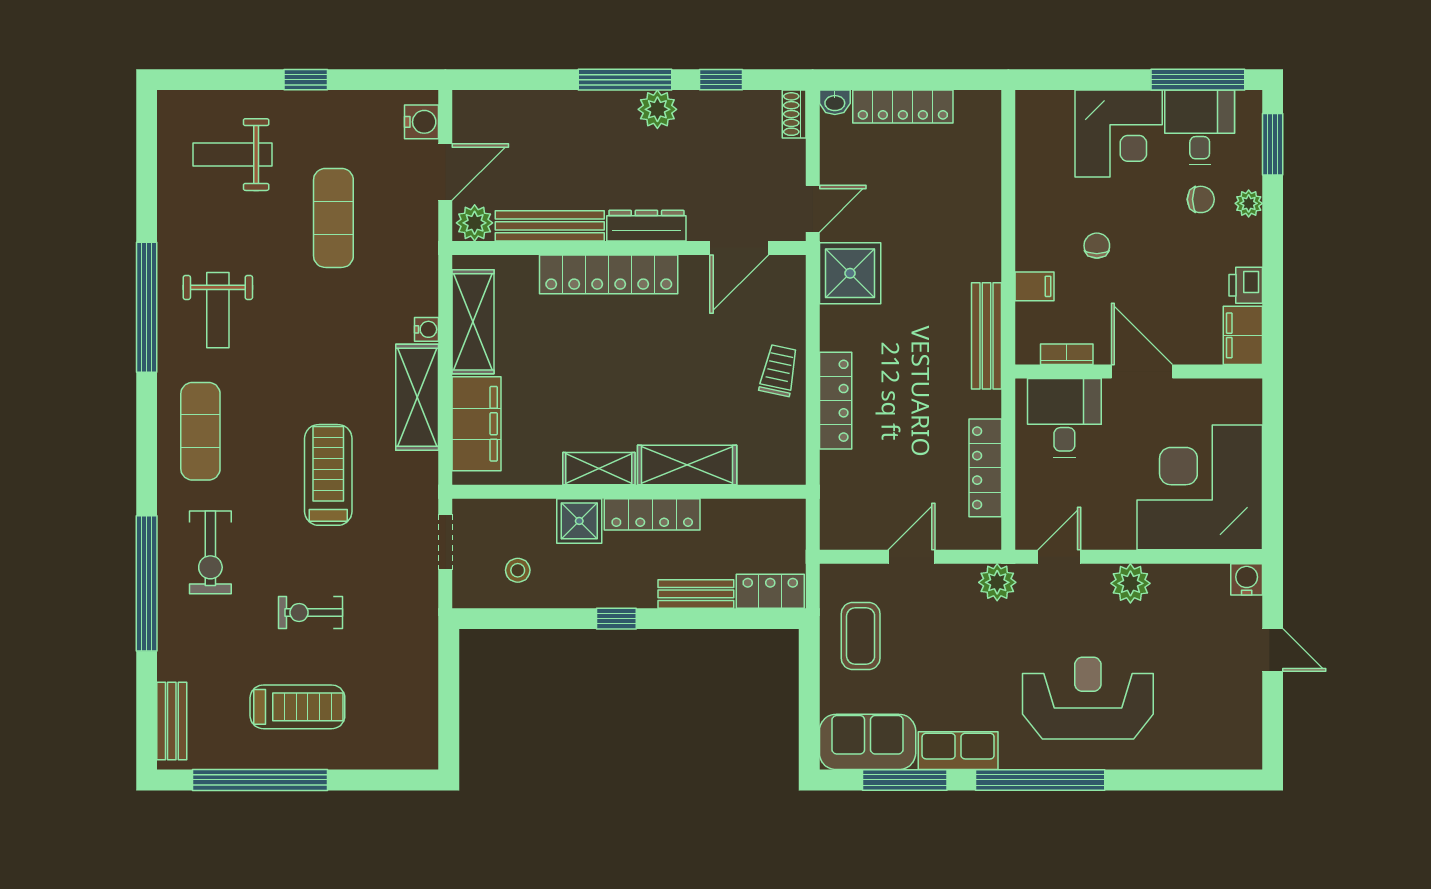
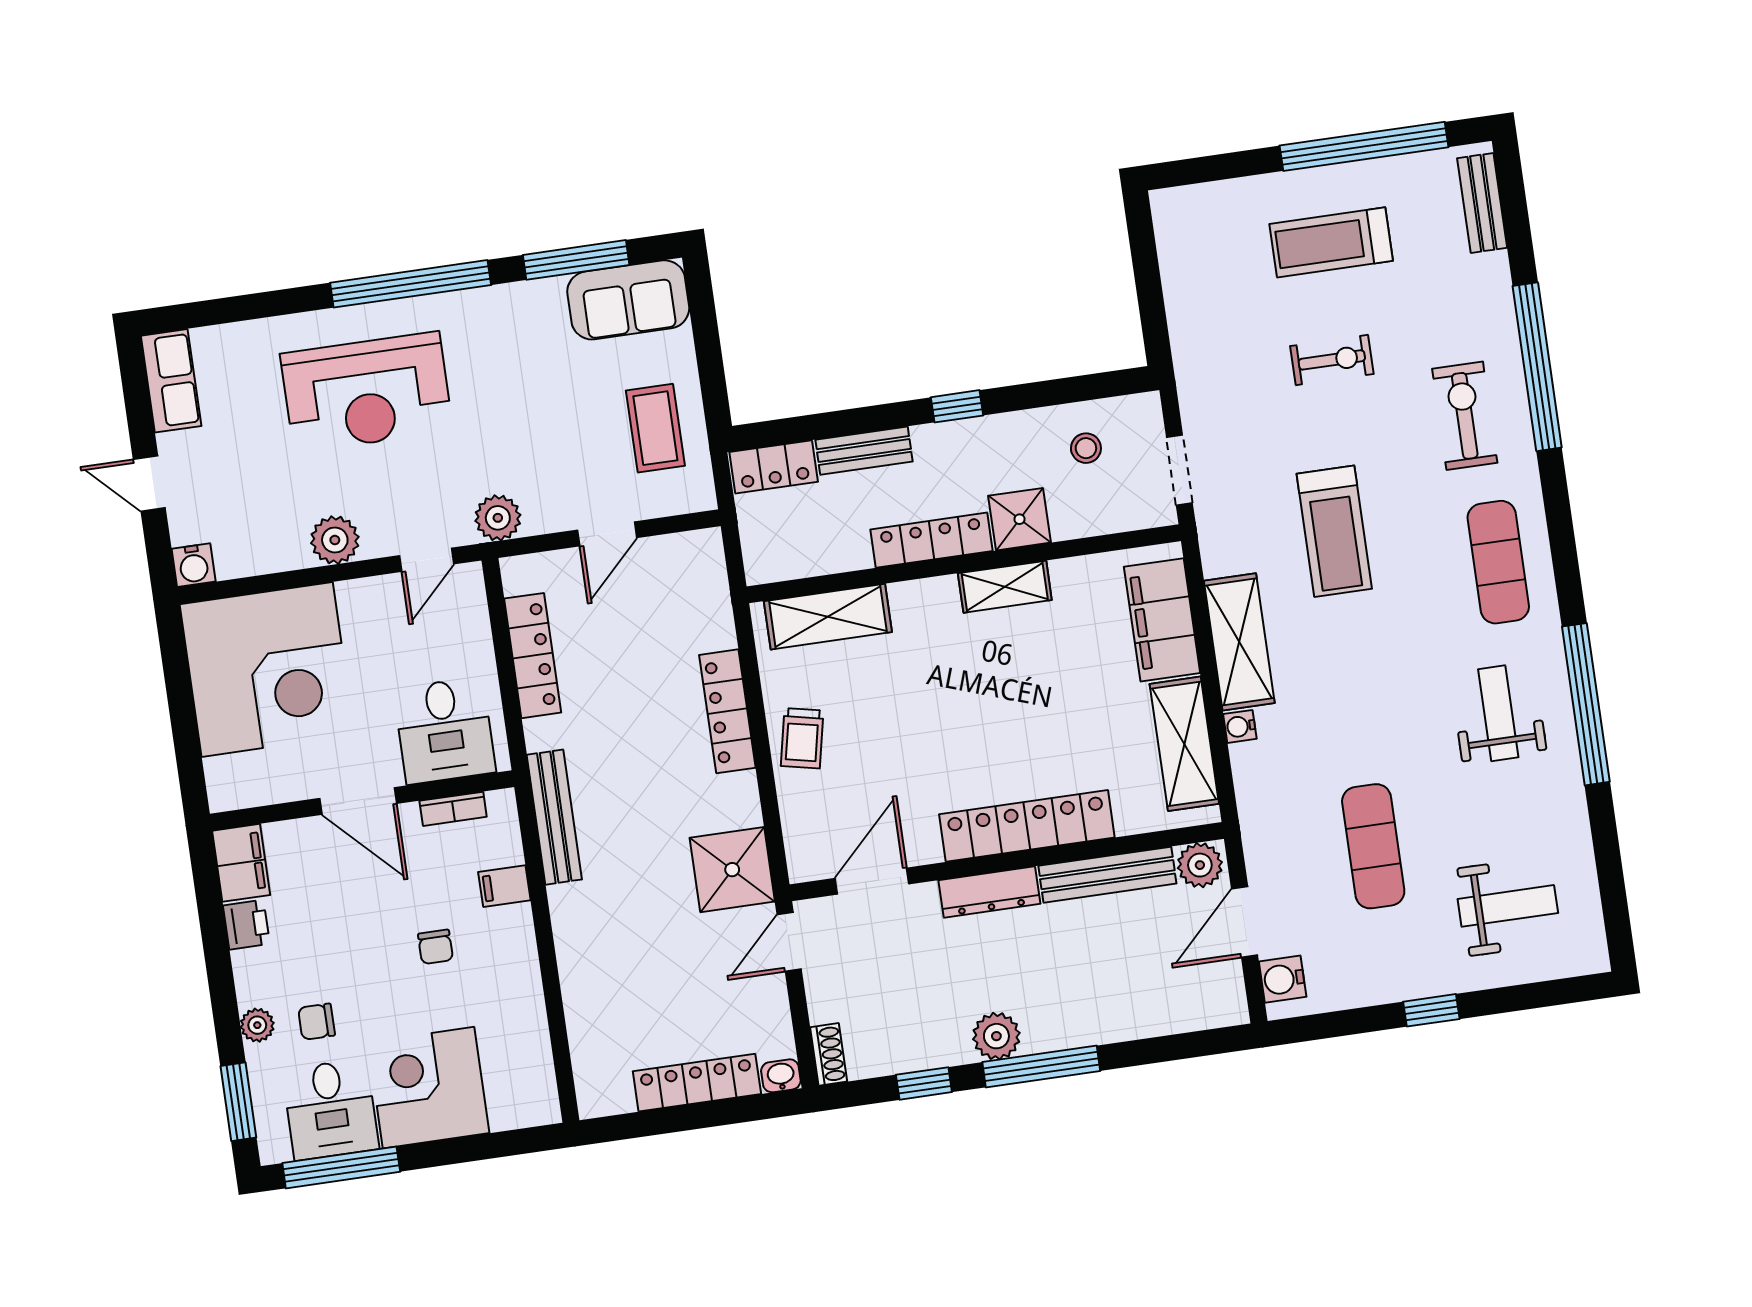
shelving: (687, 465) -> (828, 617), moved
row of seats: (958, 751) -> (171, 381), moved, turned -90

